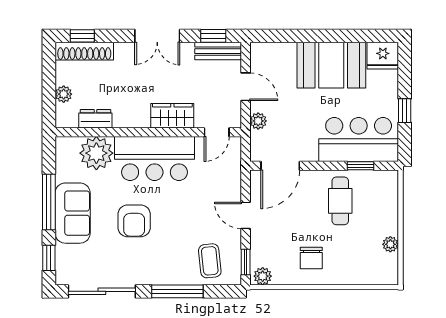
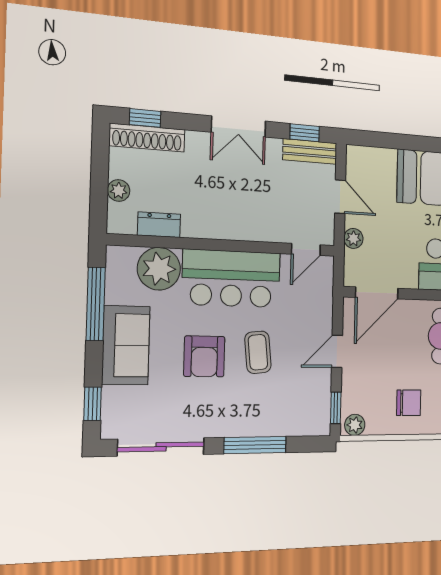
wardrobe: (172, 116) -> (254, 226), removed
window: (49, 202) -> (96, 304), moved
door: (246, 215) -> (337, 351), hinge flipped
chair: (311, 258) -> (409, 403), turned -90
coffee table: (210, 261) -> (258, 352), moved

